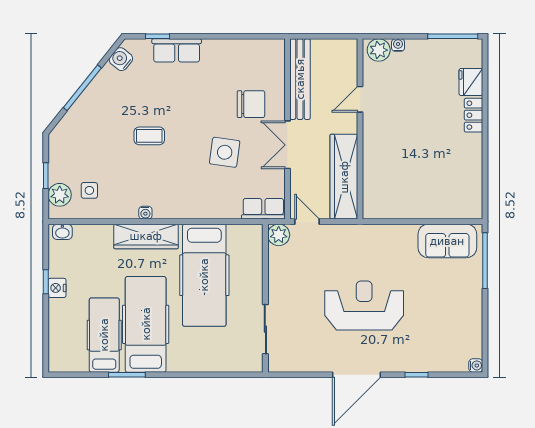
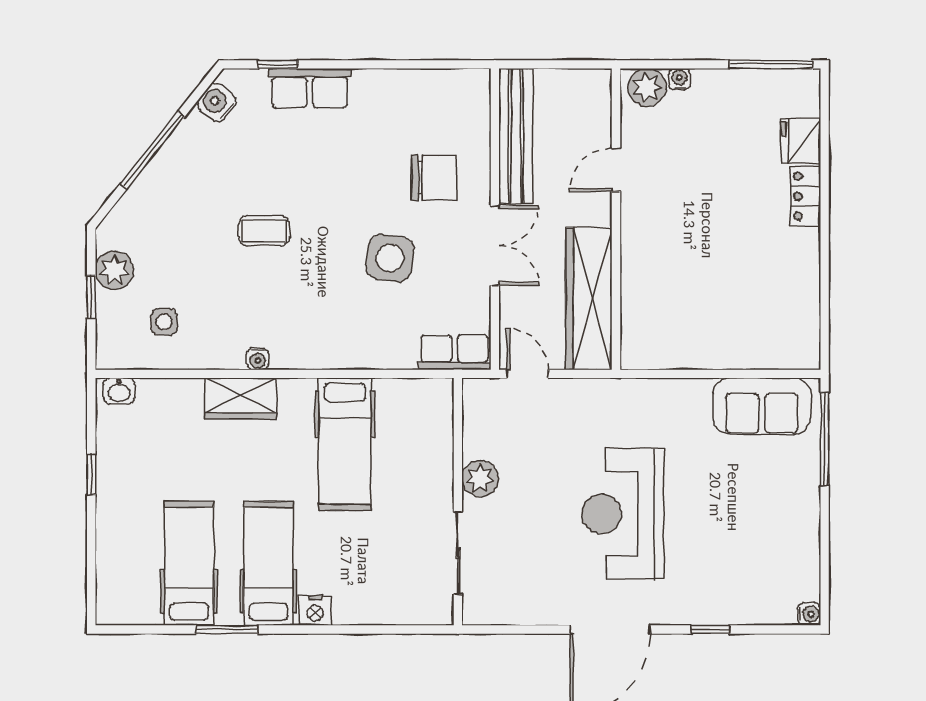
double door: (288, 145) -> (495, 246), swing flipped
plant: (60, 195) -> (114, 270), moved
plant: (279, 235) -> (480, 479), moved
wardrobe: (146, 236) -> (241, 399), width x0.67
hospital bed: (204, 275) -> (345, 444), width x0.73, depth x0.78
nightstand: (57, 288) -> (315, 611), moved, turned -90
reception desk: (364, 306) -> (623, 514), turned -90
hospital bed: (146, 324) -> (268, 563), width x0.73, depth x0.78

